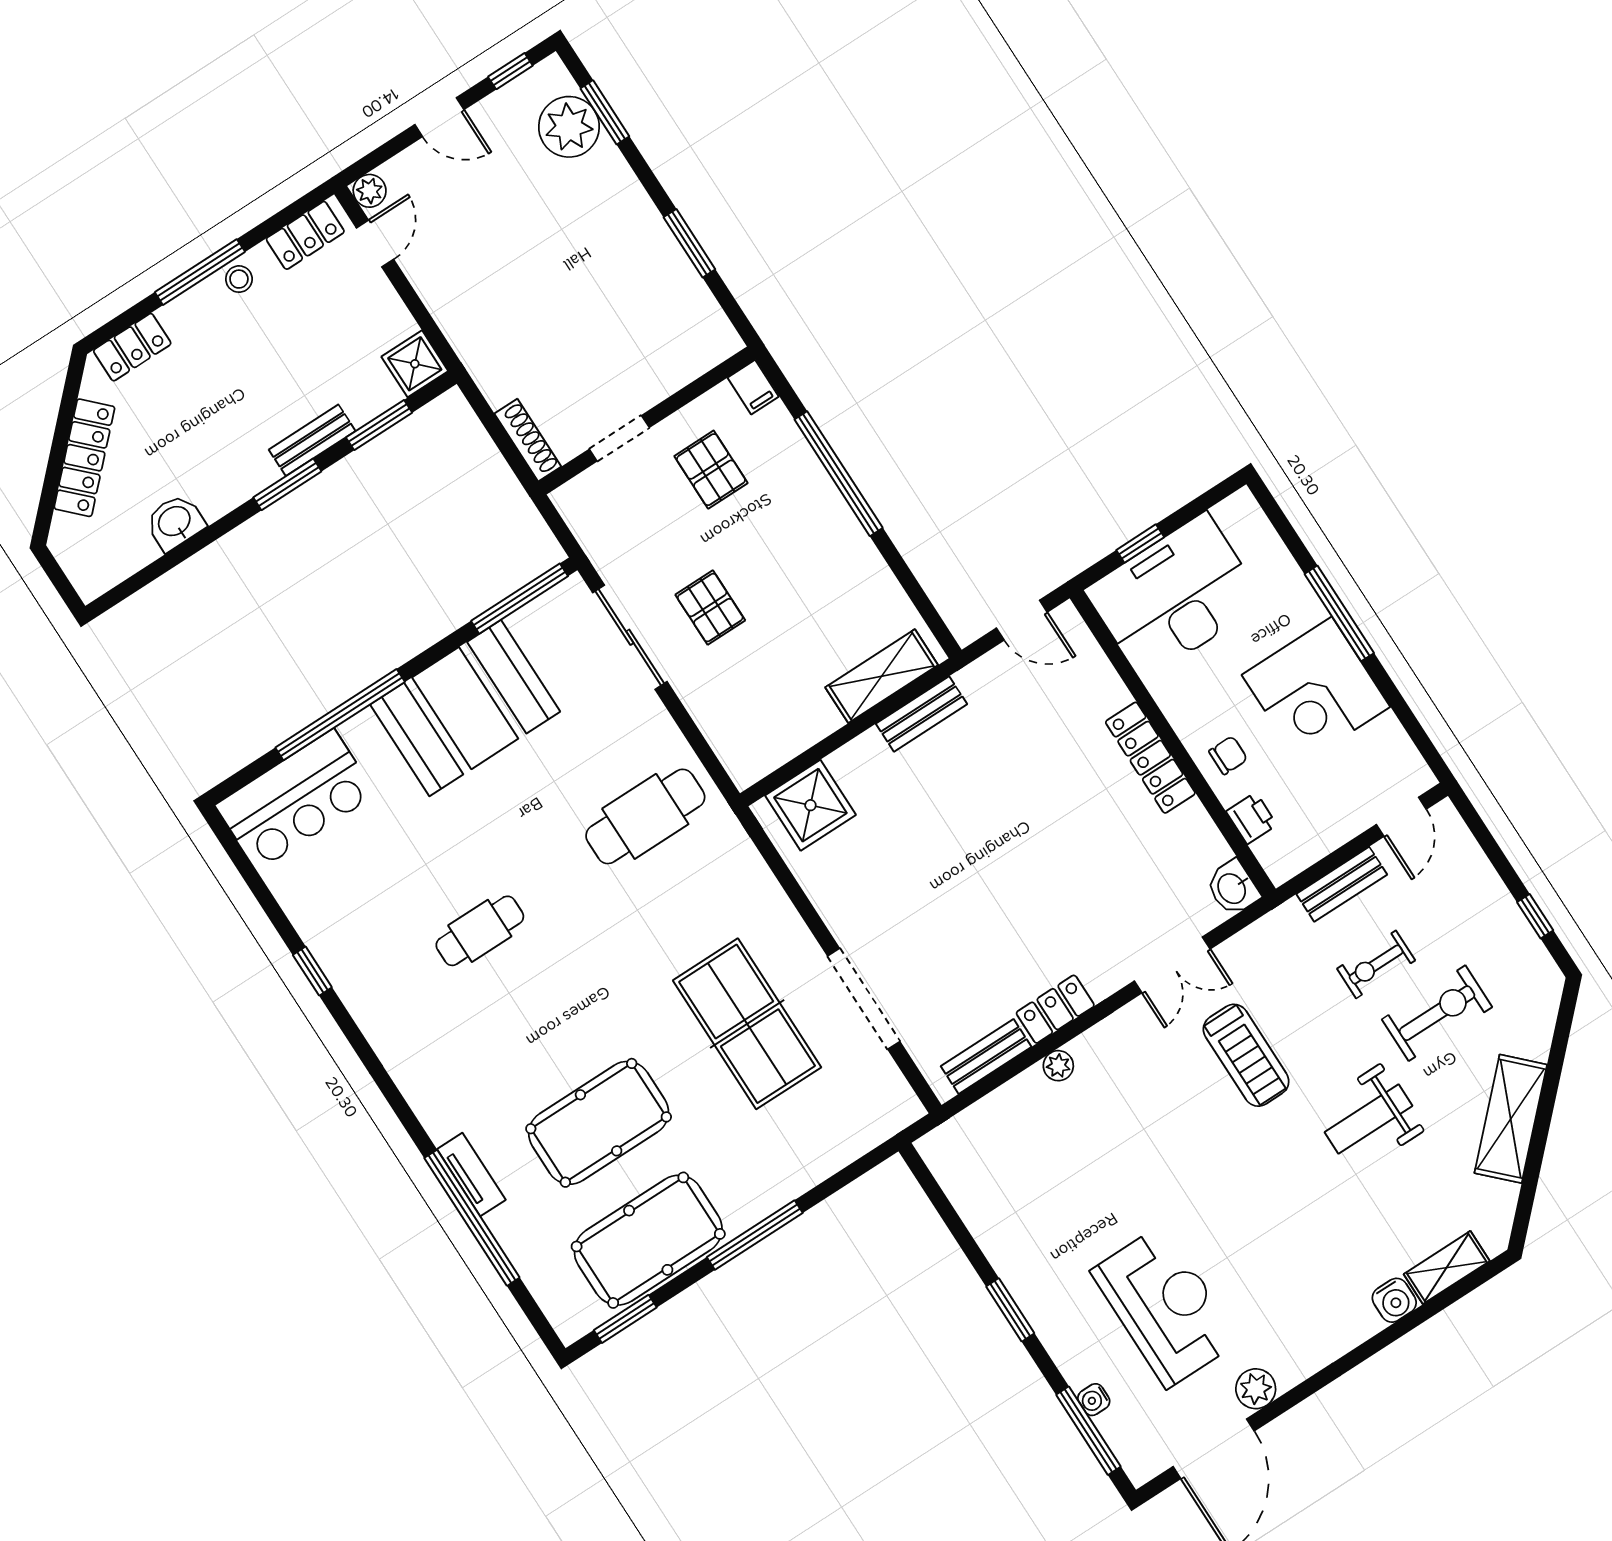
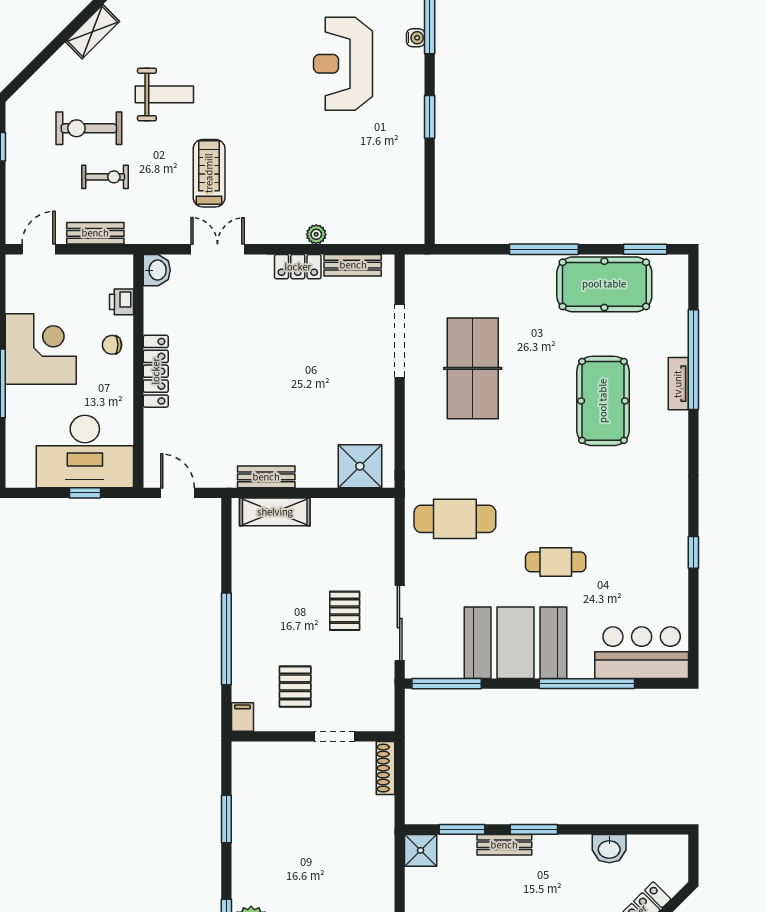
cafe table: (480, 931) -> (556, 562), moved
shelving: (1511, 1119) -> (92, 32), width x0.67, depth x0.75
pool table: (599, 1123) -> (603, 401), moved, turned 90

